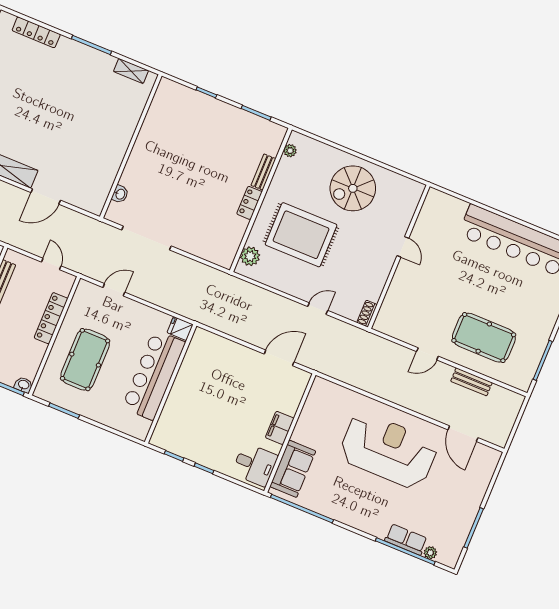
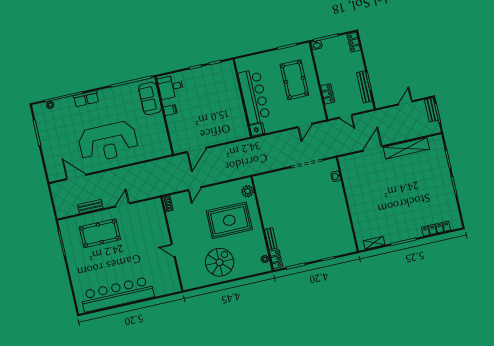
locker: (249, 203) -> (276, 259), moved
locker: (51, 318) -> (328, 94), width x0.66
filing cabinet: (280, 428) -> (170, 110), width x0.50
row of seats: (406, 540) -> (86, 99), moved

